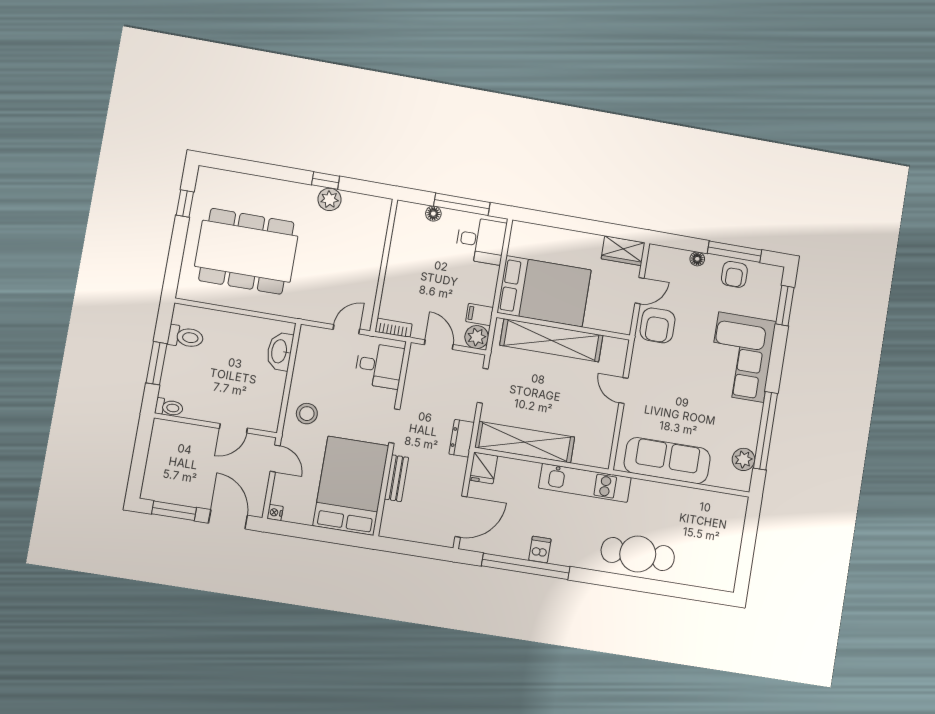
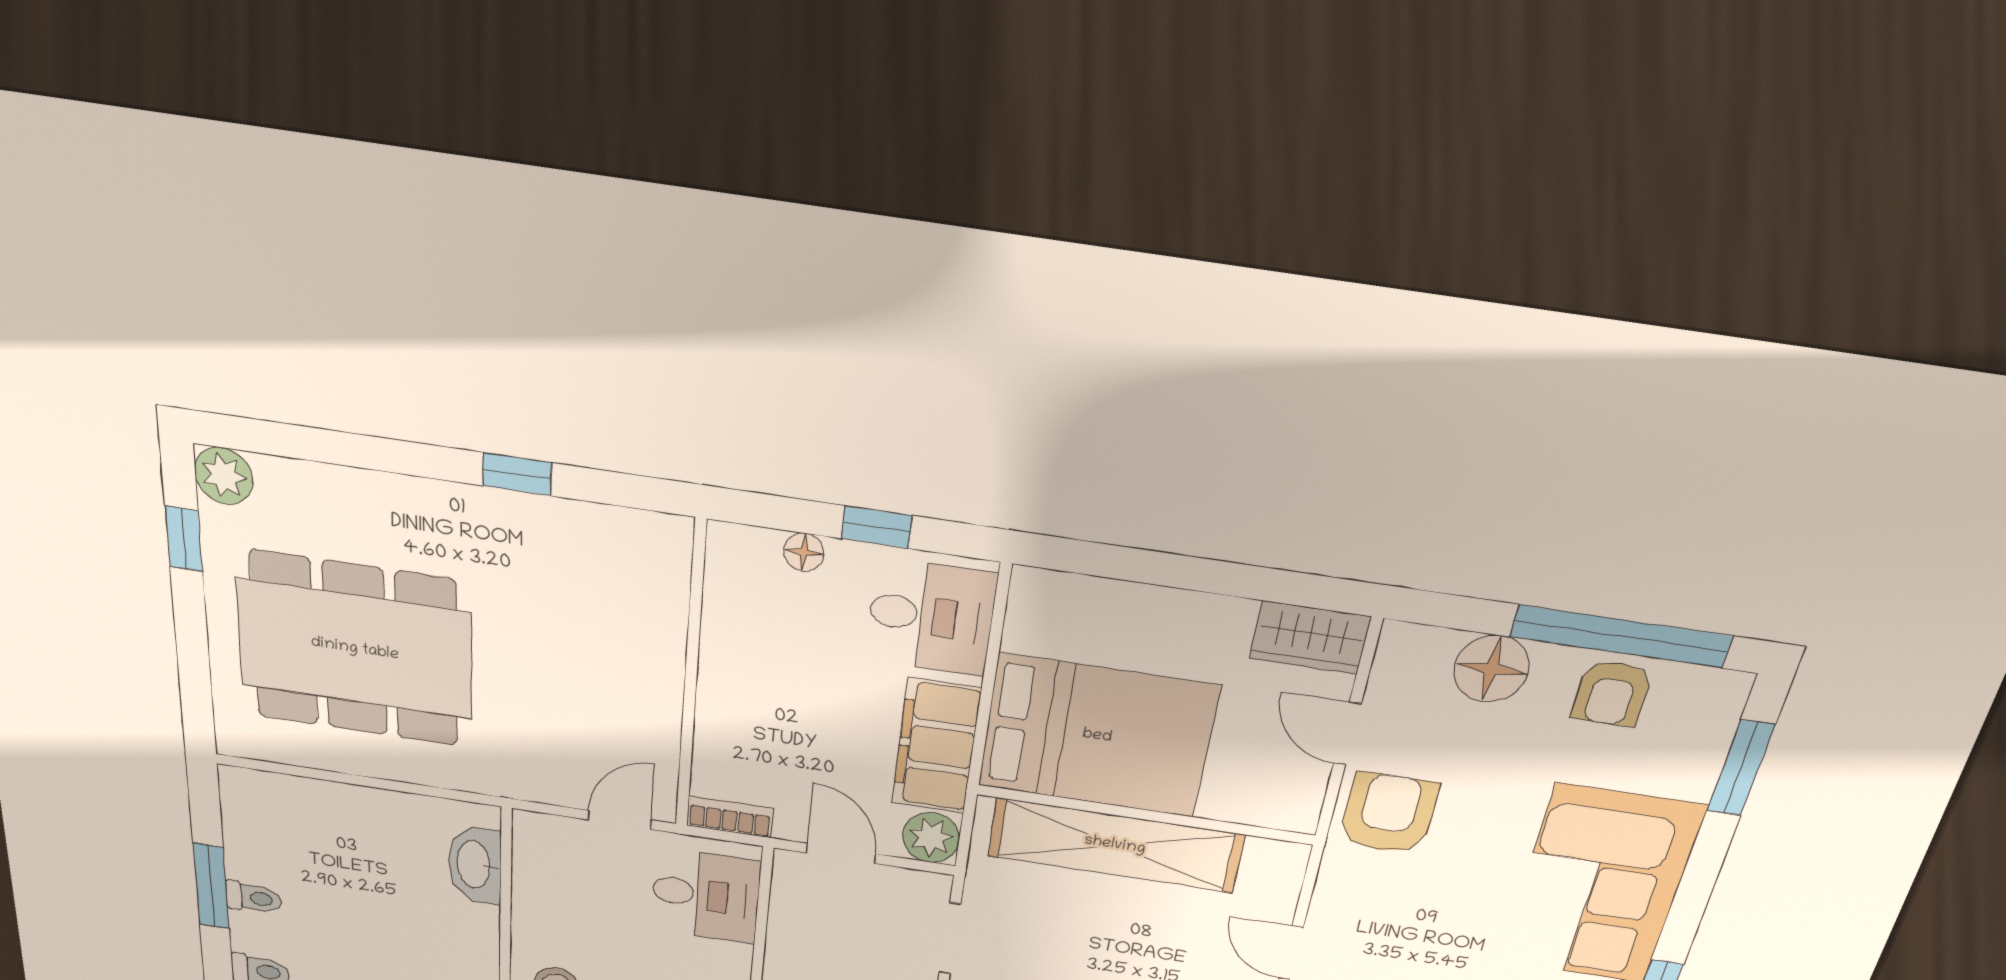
plant: (330, 199) -> (224, 476), moved
window: (462, 204) -> (877, 527), width x0.46
window: (735, 252) -> (1621, 636), width x1.46
floor lamp: (697, 259) -> (1491, 669), width x1.89, depth x1.89
door: (639, 291) -> (1347, 734), swing flipped
filing cabinet: (479, 314) -> (936, 746), width x3.00, depth x1.17
armchair: (658, 325) -> (1389, 814), turned 180
toilet: (186, 337) -> (254, 898), moved, width x0.73, depth x0.72

